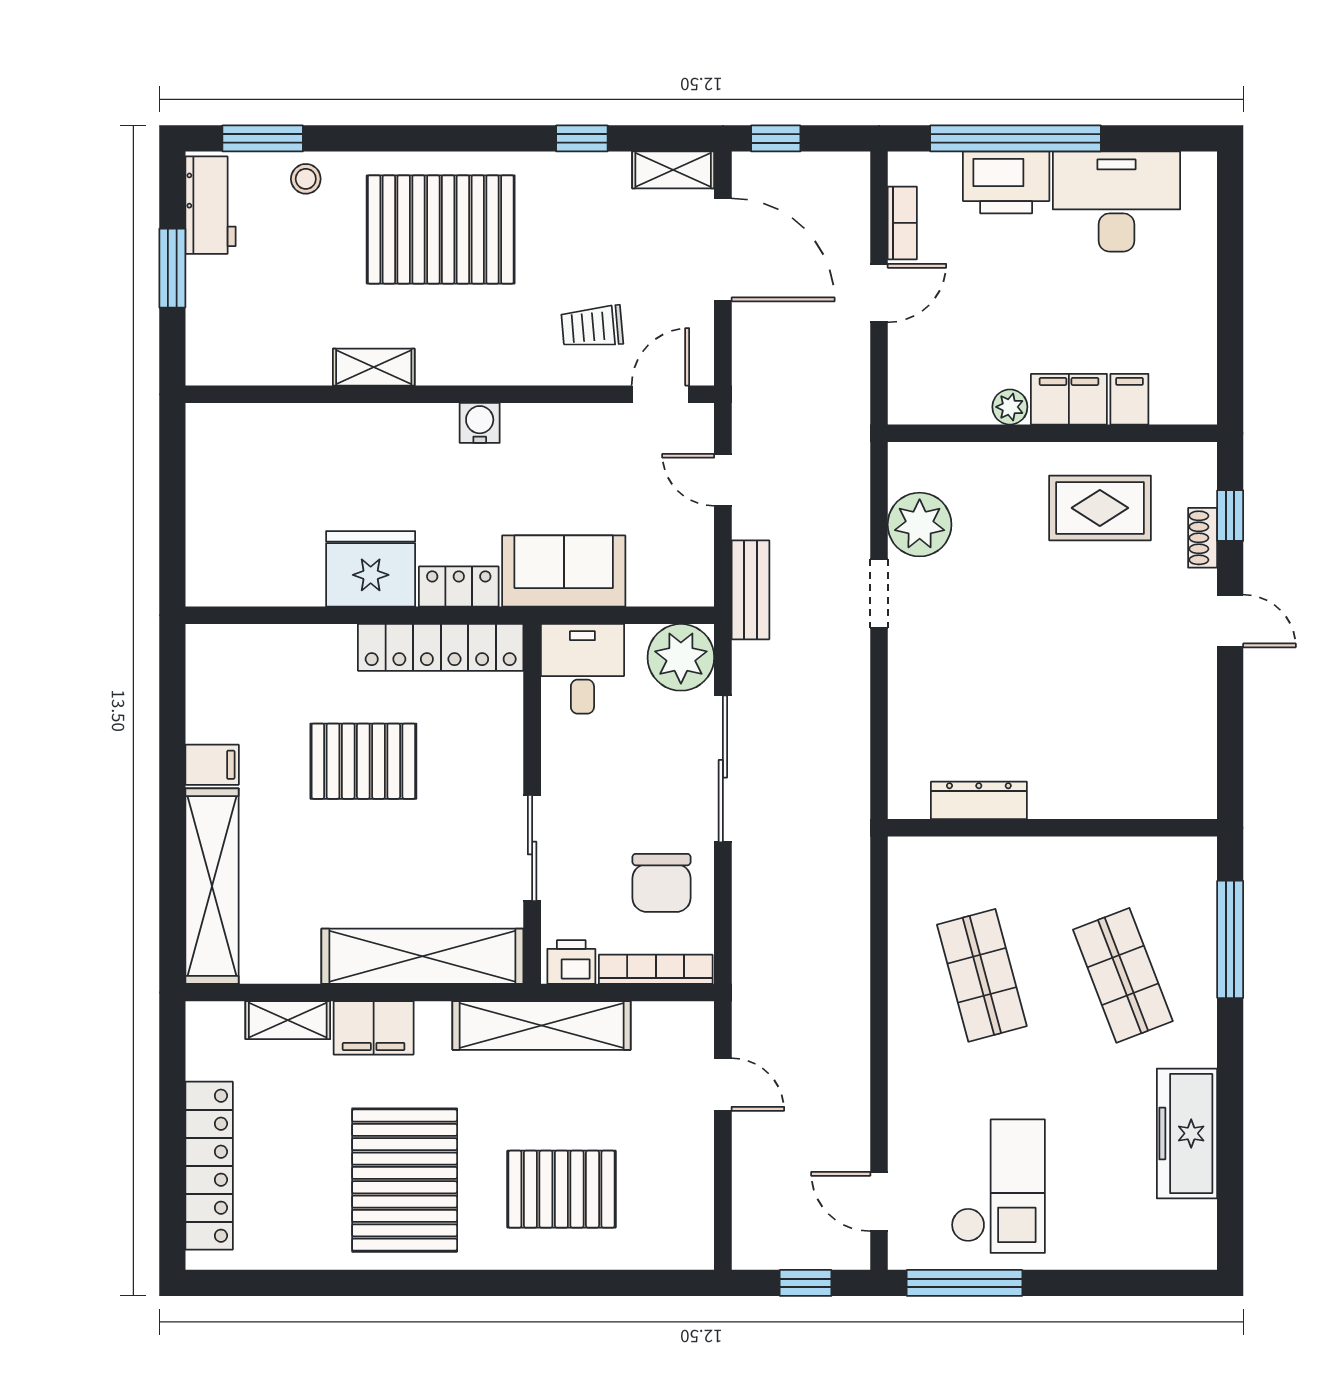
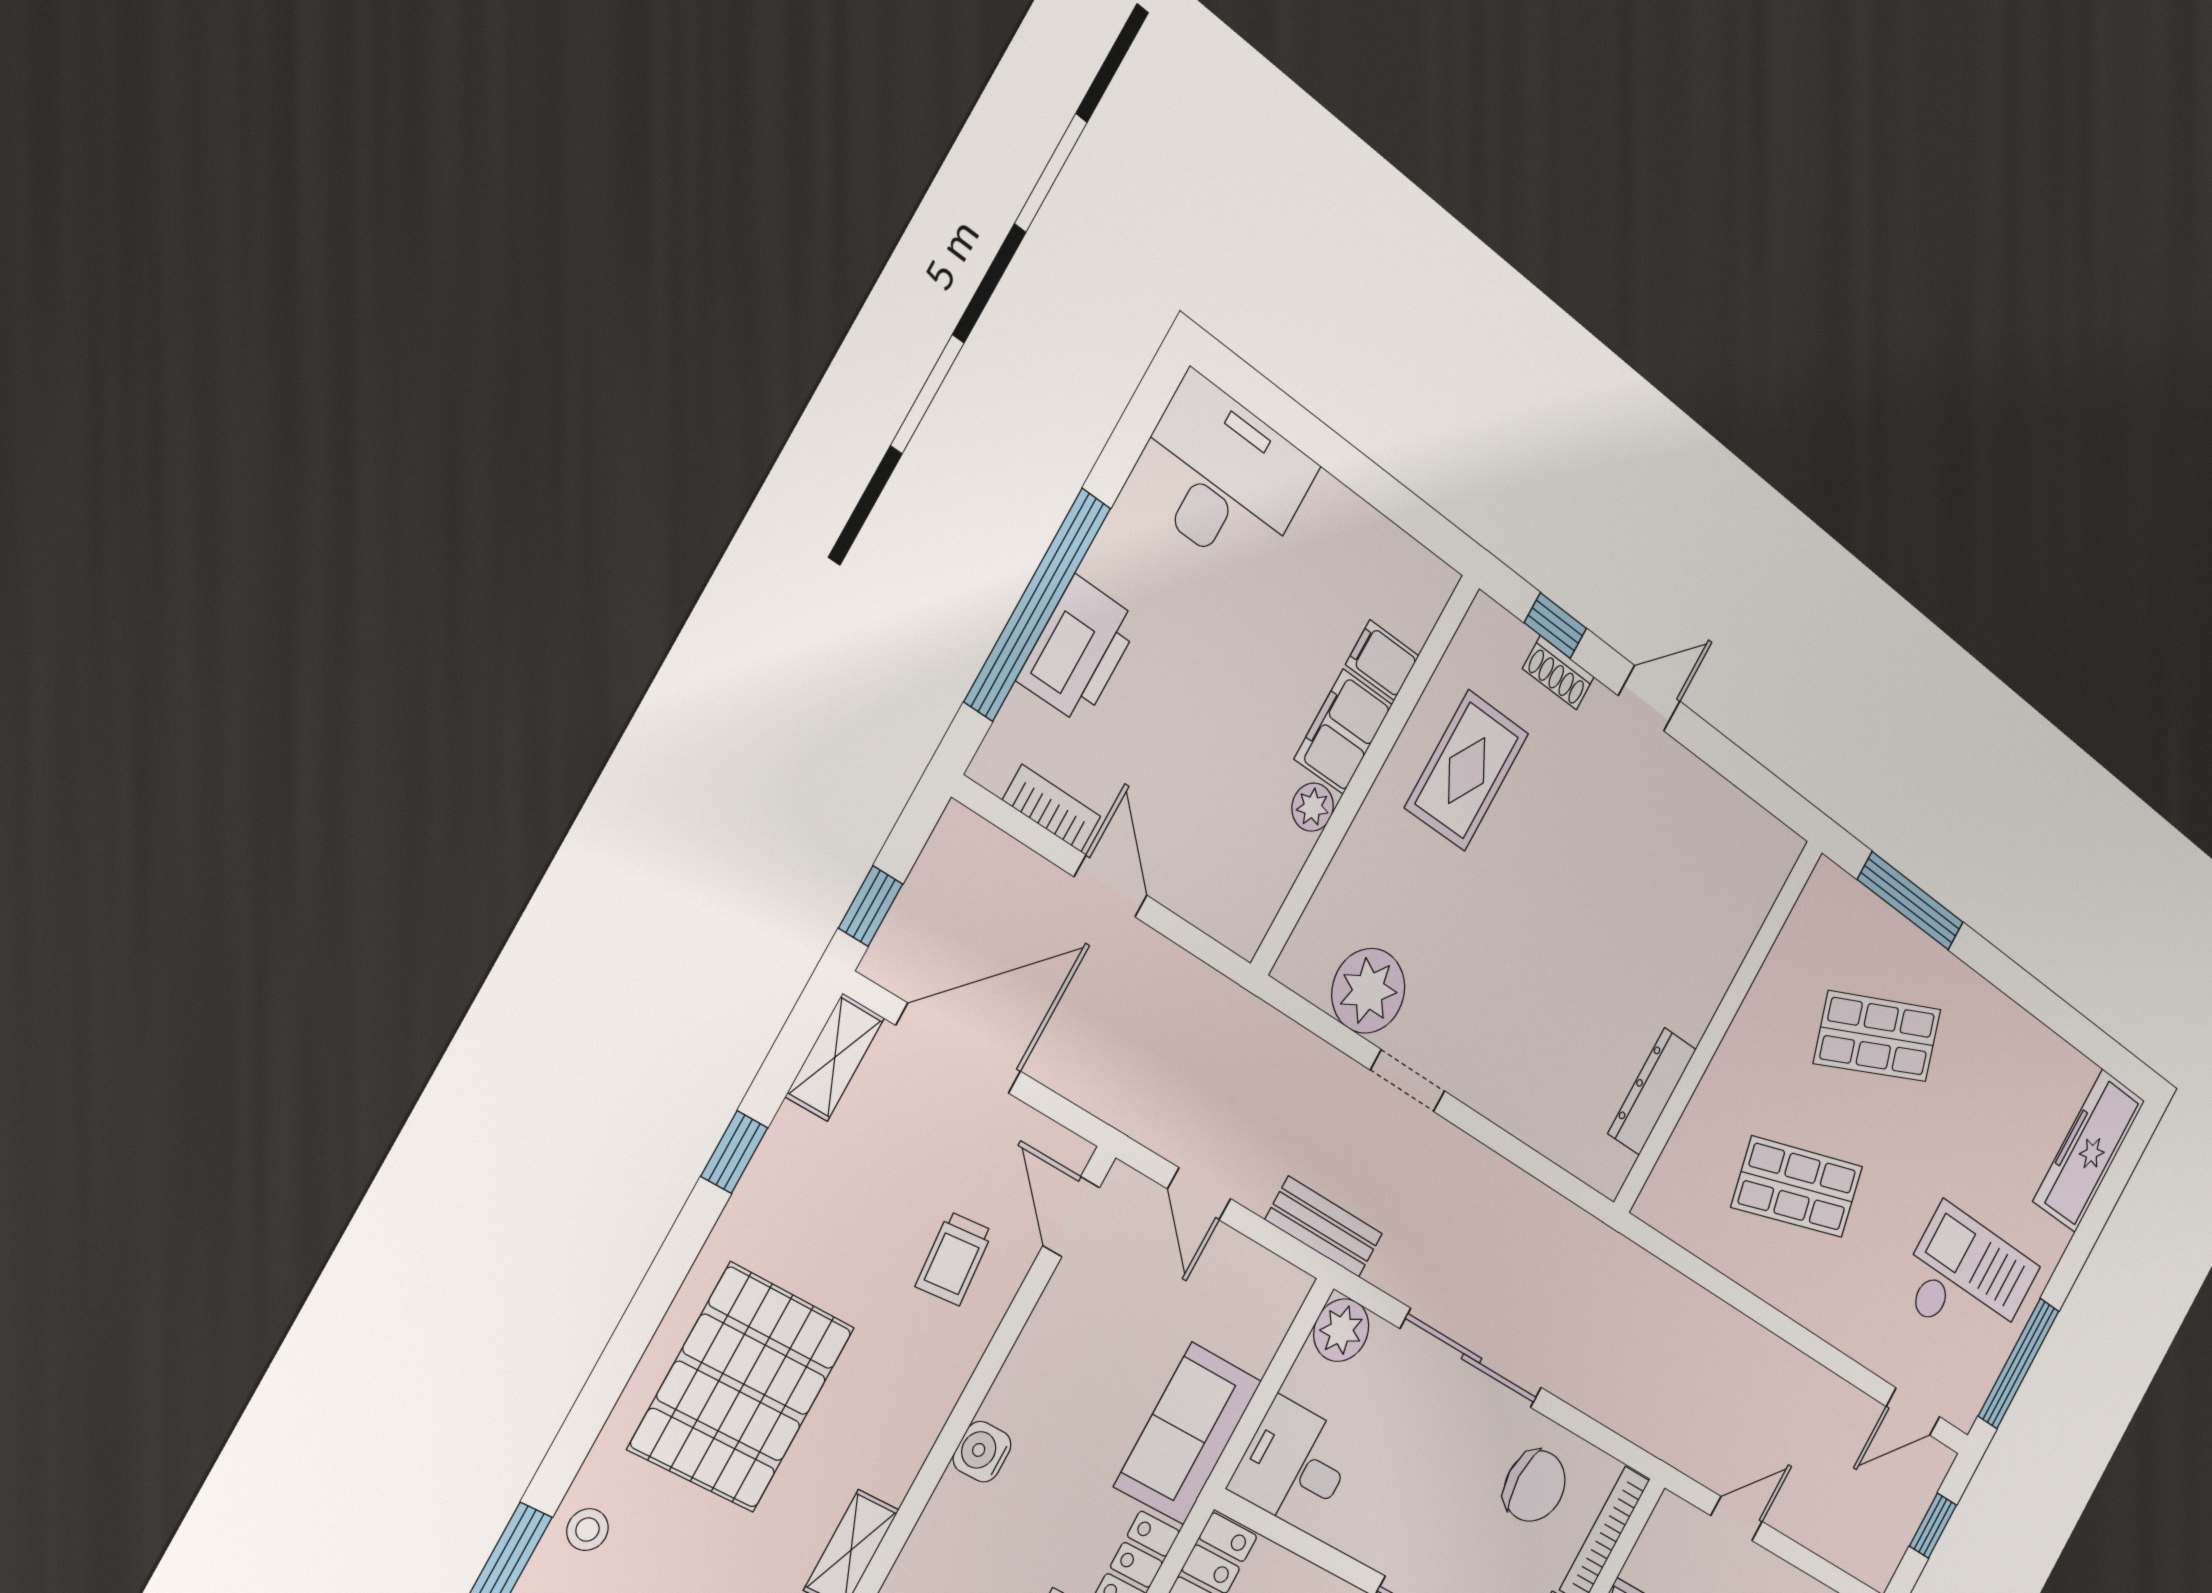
desk: (1116, 201) -> (1223, 477), moved, turned 90
door: (723, 480) -> (1199, 1194), hinge flipped
plant: (681, 657) -> (1341, 1330), width x0.73, depth x0.73
freezer: (1187, 1133) -> (2089, 1151), moved, turned 90

